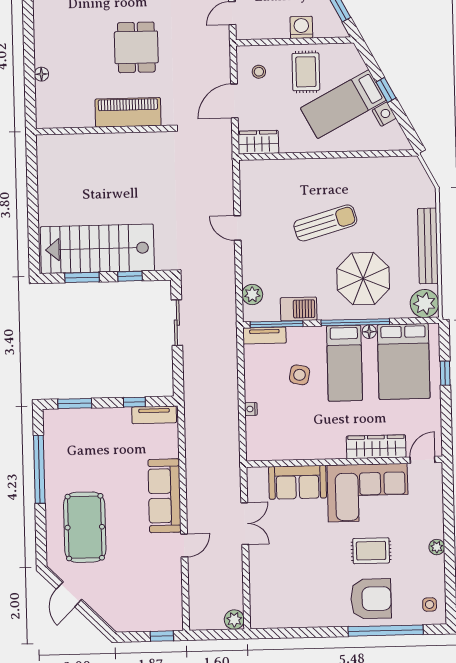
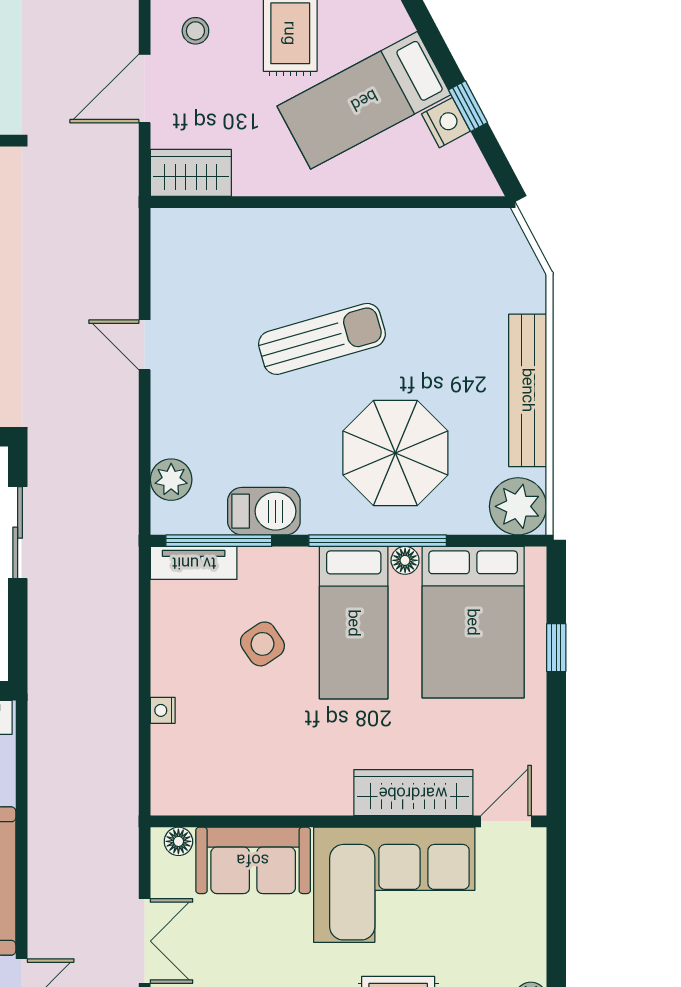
window: (386, 90) -> (468, 106), moved
side table: (300, 375) -> (262, 644), turned 45
floor lamp: (260, 474) -> (178, 841), added

